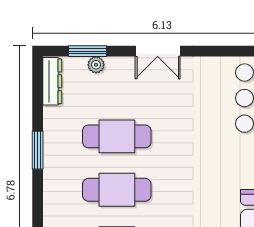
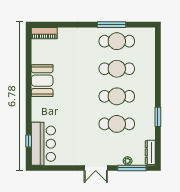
window: (88, 51) -> (132, 168), width x1.44
double door: (158, 51) -> (96, 168), swing flipped

